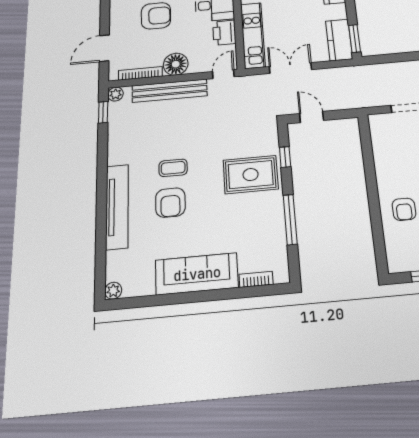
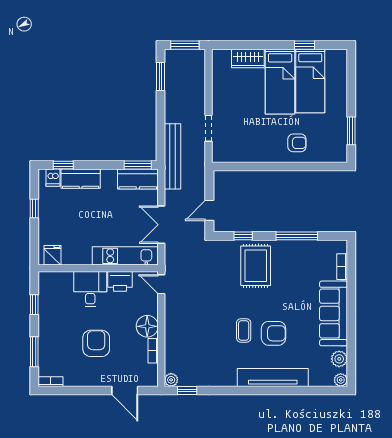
bookcase: (140, 73) -> (153, 351), width x0.64
bench: (170, 91) -> (173, 156), moved
plant: (140, 286) -> (339, 359), added

